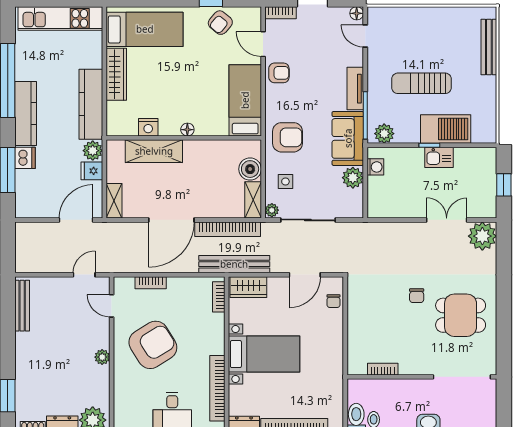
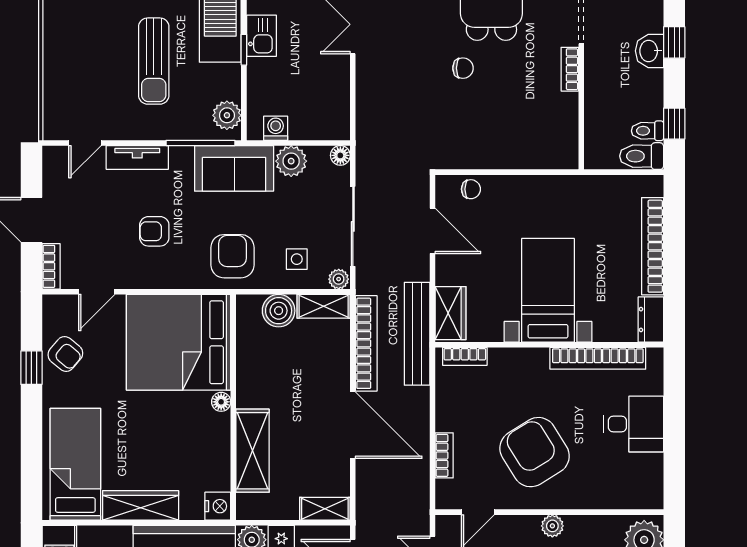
floor lamp: (357, 13) -> (340, 155), moved
armchair: (279, 73) -> (154, 231), moved, turned -90
tv unit: (355, 89) -> (137, 157), moved
bed: (245, 100) -> (179, 342), width x2.04
nightstand: (148, 127) -> (218, 506), moved
bookcase: (383, 369) -> (570, 69), moved

